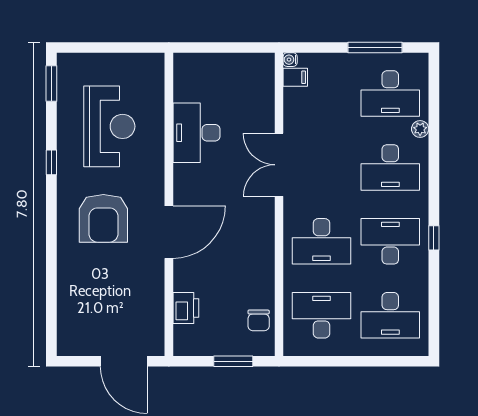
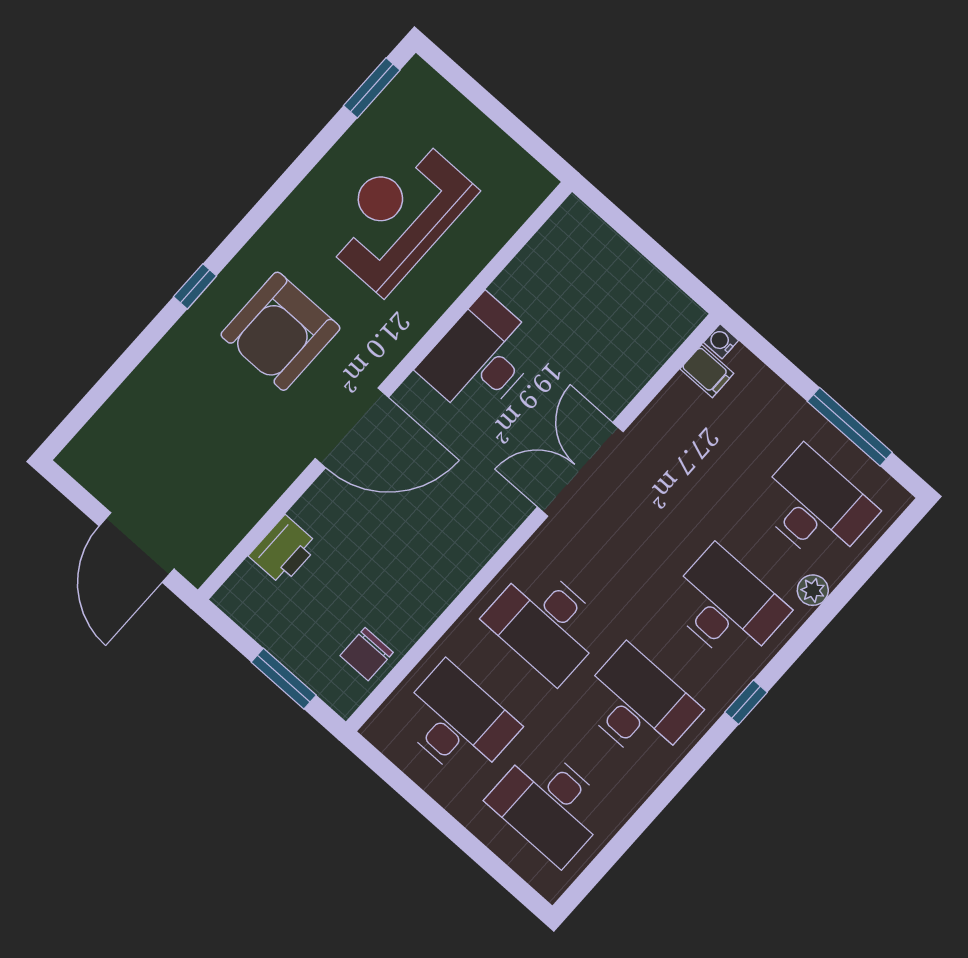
desk: (390, 93) -> (815, 507), turned 180
reception desk: (109, 126) -> (398, 215), turned 180
desk: (196, 133) -> (481, 358), moved
window: (51, 162) -> (195, 286), moved
desk: (390, 167) -> (727, 606), turned 180
window: (434, 238) -> (746, 702), moved

